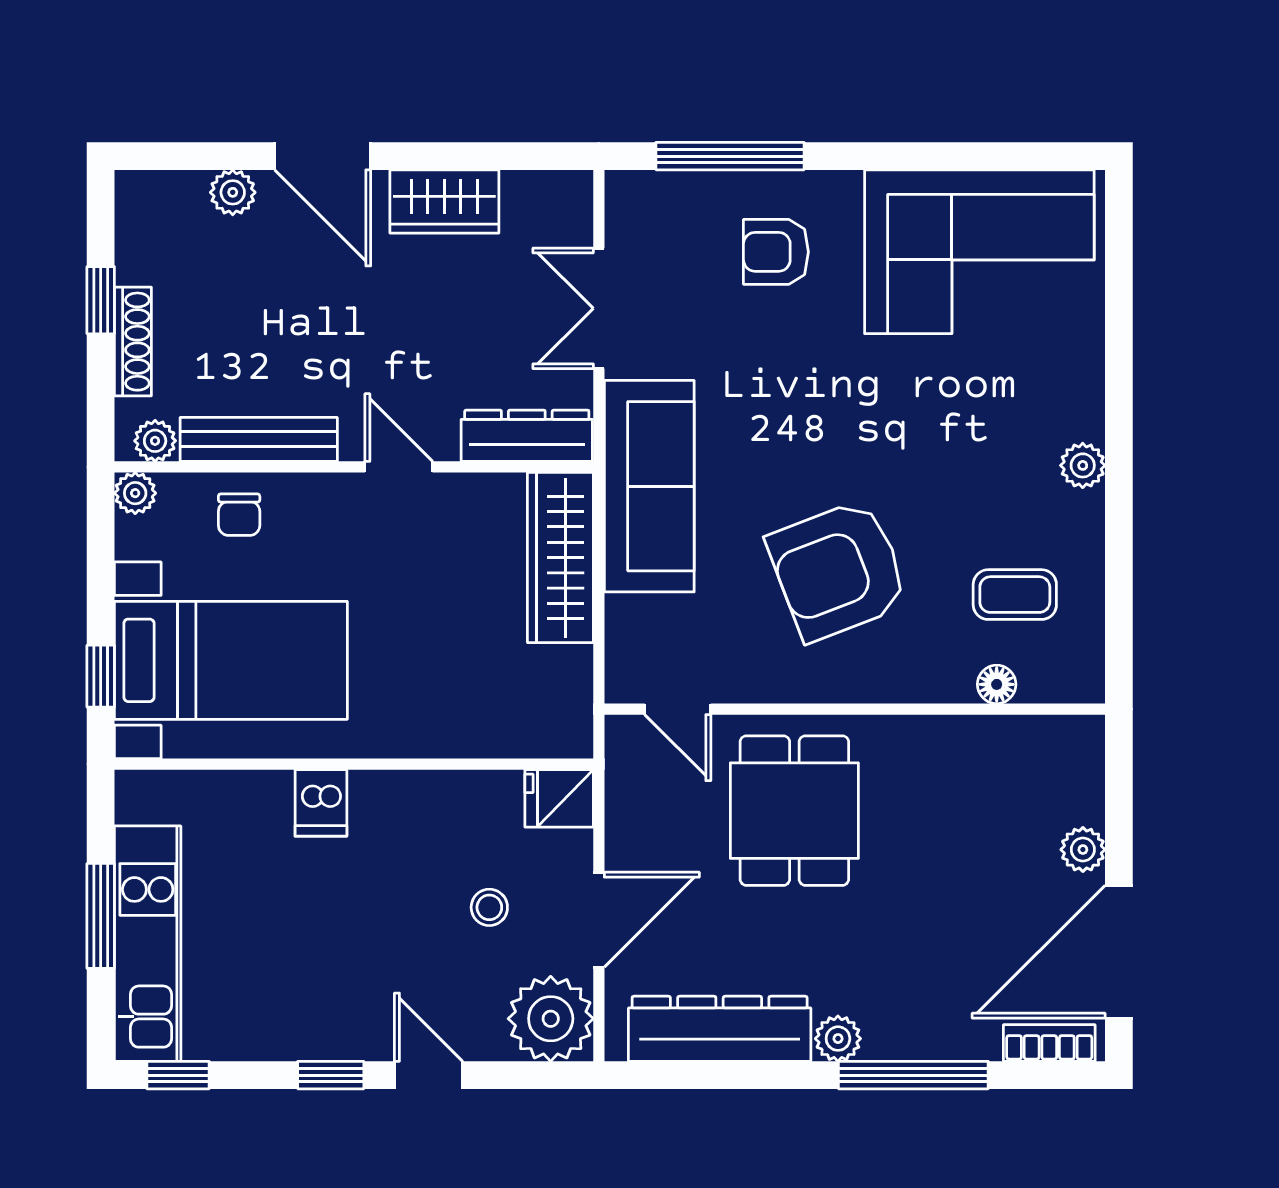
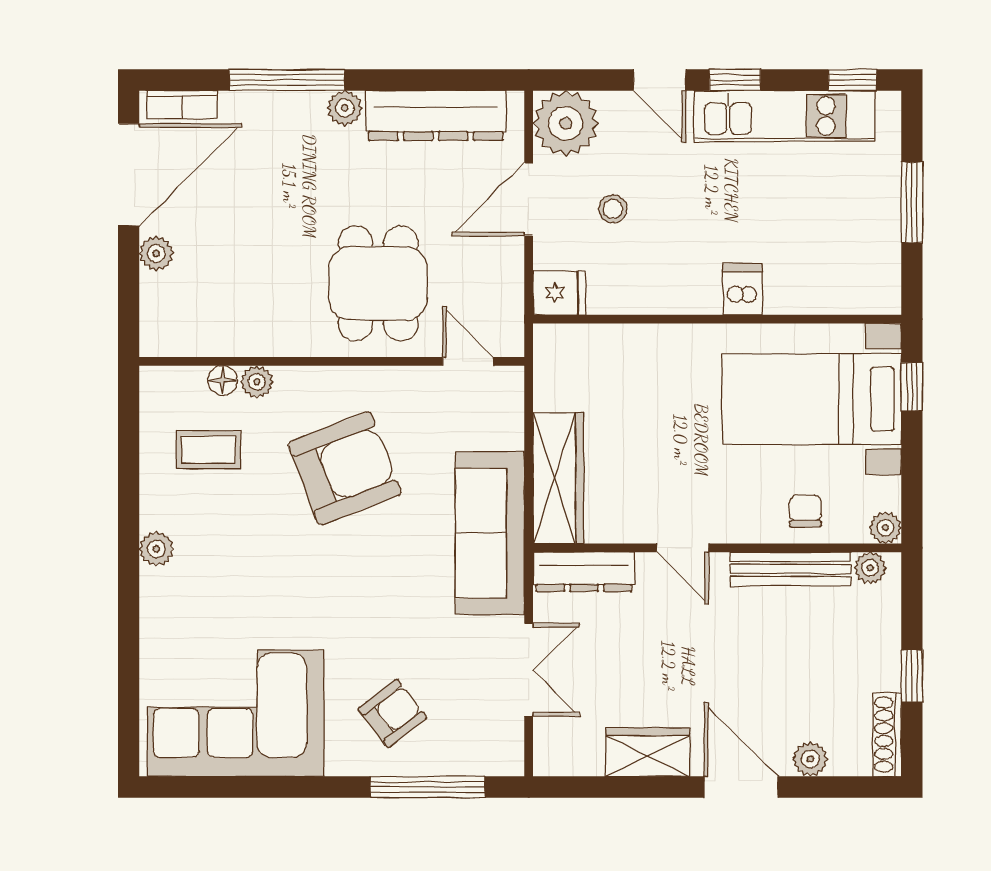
armchair: (776, 252) -> (392, 713), turned -38
shoe rack: (133, 342) -> (887, 735), moved
plant: (952, 683) -> (257, 382), added
kitchen unit: (148, 944) -> (784, 116), moved, turned -90

